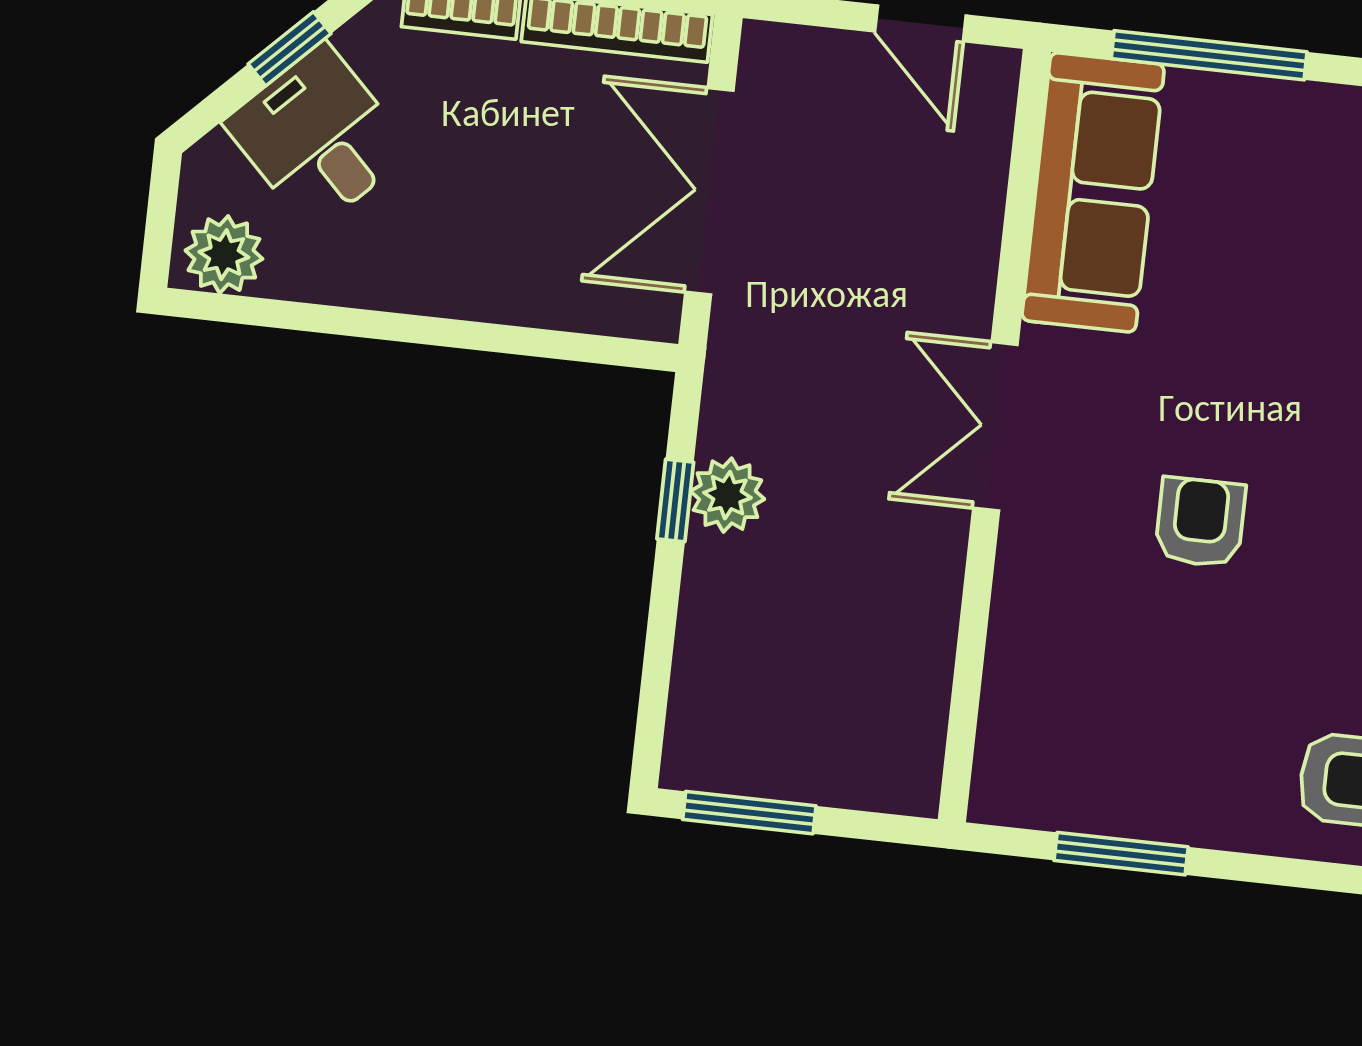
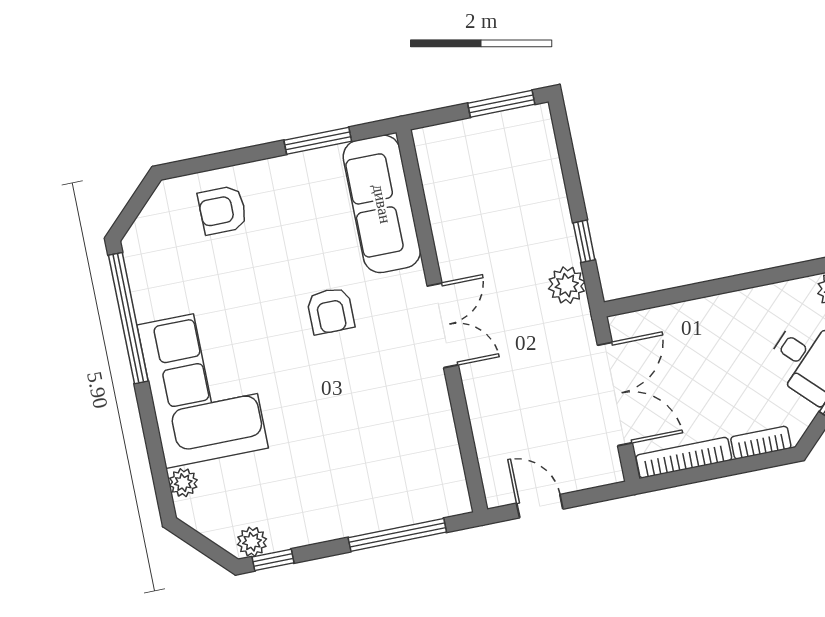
sofa: (1093, 192) -> (382, 204), moved
plant: (727, 495) -> (567, 285), moved

